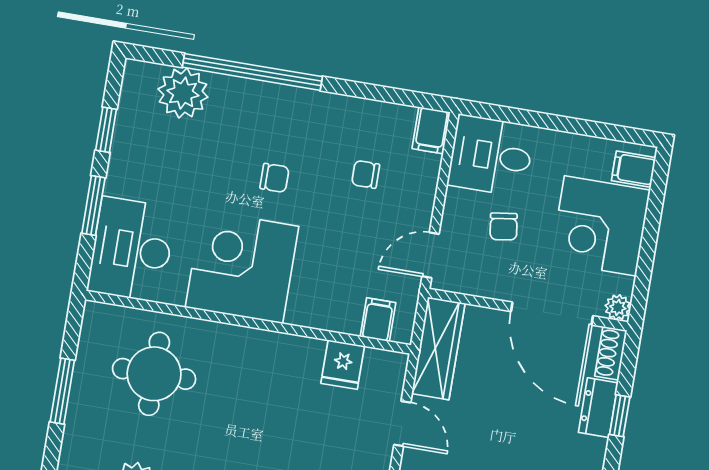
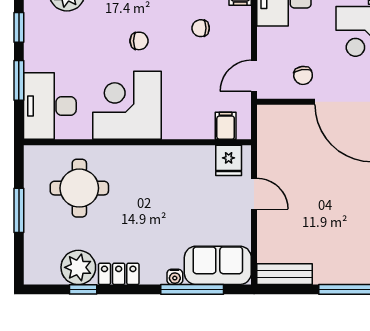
chair: (504, 227) -> (303, 75), moved
wardrobe: (438, 348) -> (270, 138), removed
fridge: (343, 365) -> (229, 160), moved

